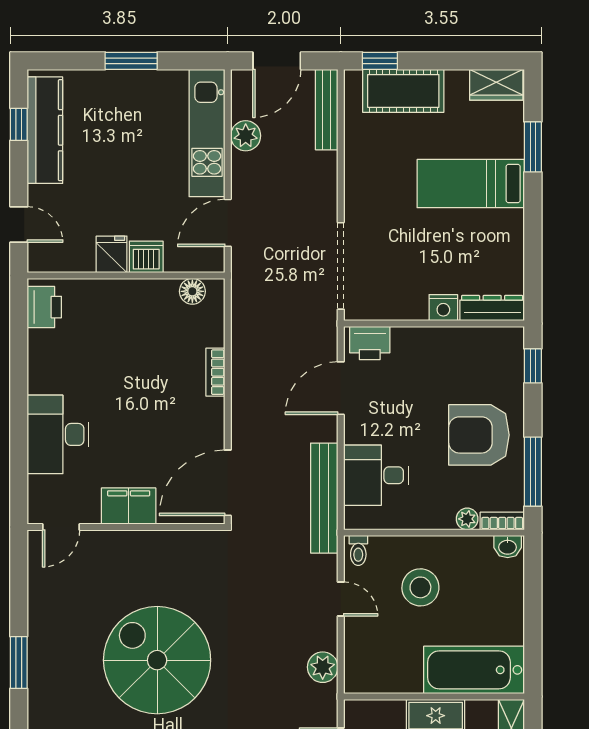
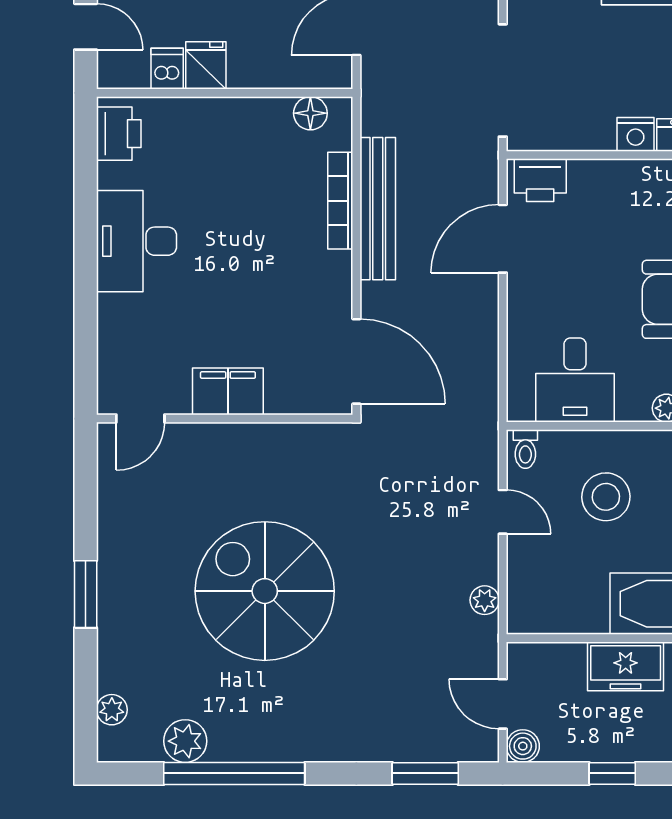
dishwasher: (146, 257) -> (167, 69), moved, width x0.73
bookcase: (215, 372) -> (340, 201), width x1.56
desk: (58, 434) -> (136, 241), moved
desk: (376, 475) -> (575, 380), moved, turned -90
door: (228, 483) -> (356, 361), swing flipped
bench: (324, 498) -> (378, 209), moved
plant: (323, 667) -> (485, 600), width x0.73, depth x0.73

